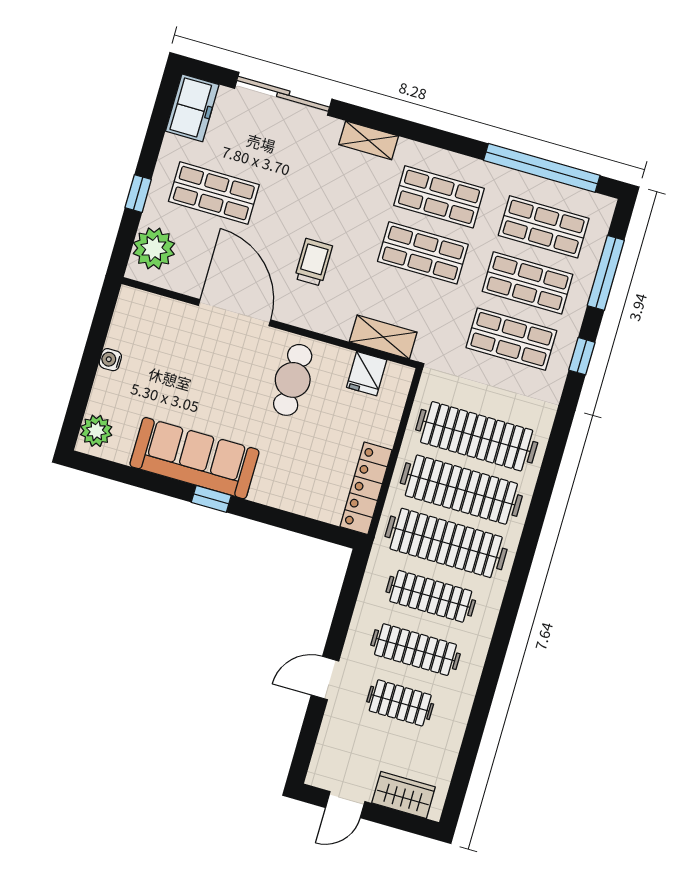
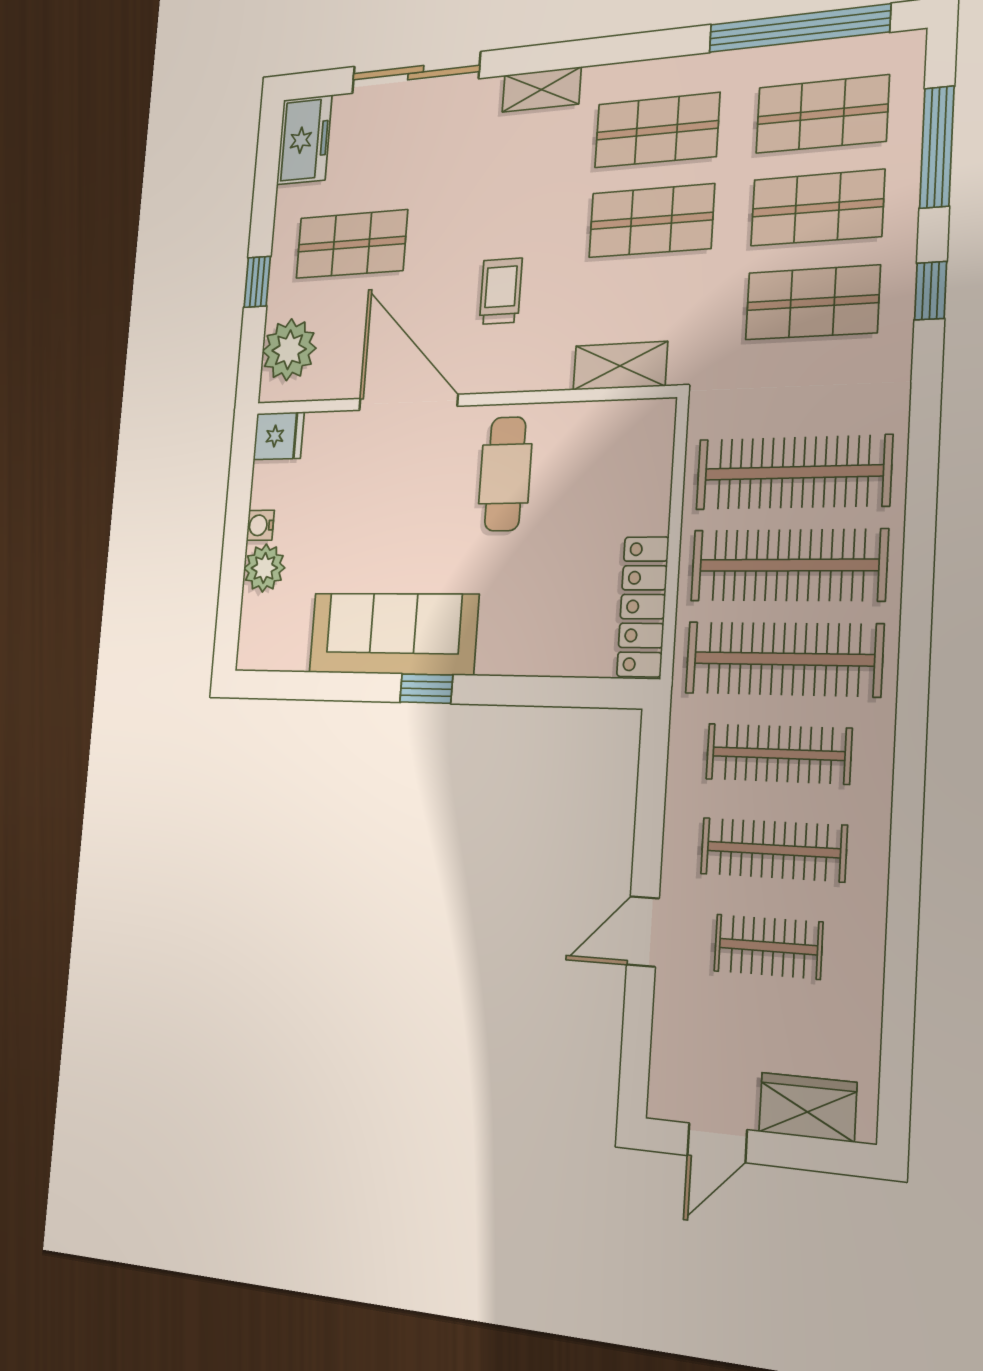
fridge: (367, 374) -> (279, 436), moved, turned -90
plant: (96, 431) -> (264, 568), moved

